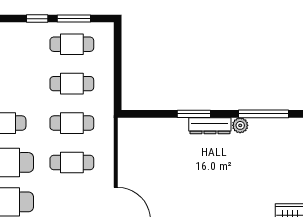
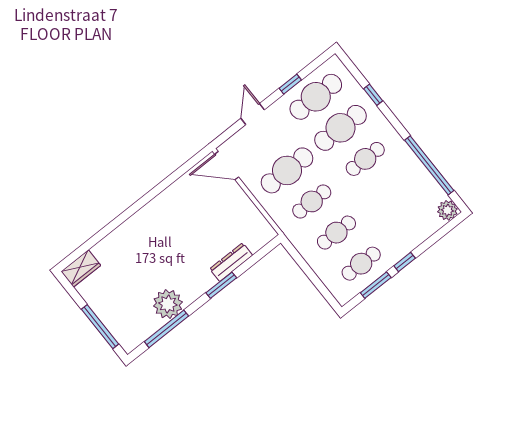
plant: (240, 125) -> (168, 304), width x1.88, depth x1.88
dresser: (210, 126) -> (231, 262), moved
cafe table: (72, 162) -> (287, 170), width x1.37, depth x1.35

